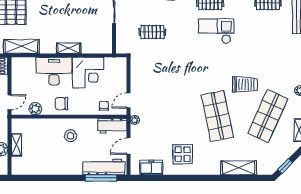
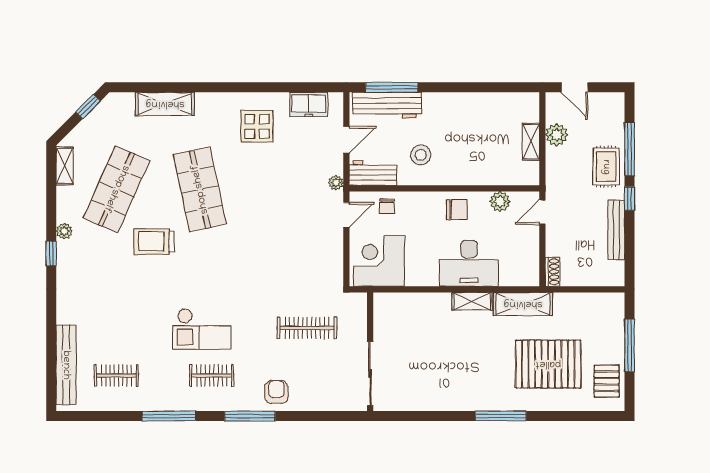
clothes rail: (152, 32) -> (307, 328), width x1.36
shelving: (69, 48) -> (472, 301), moved
corner desk: (88, 72) -> (379, 261), moved
stool: (70, 136) -> (421, 155), moved

